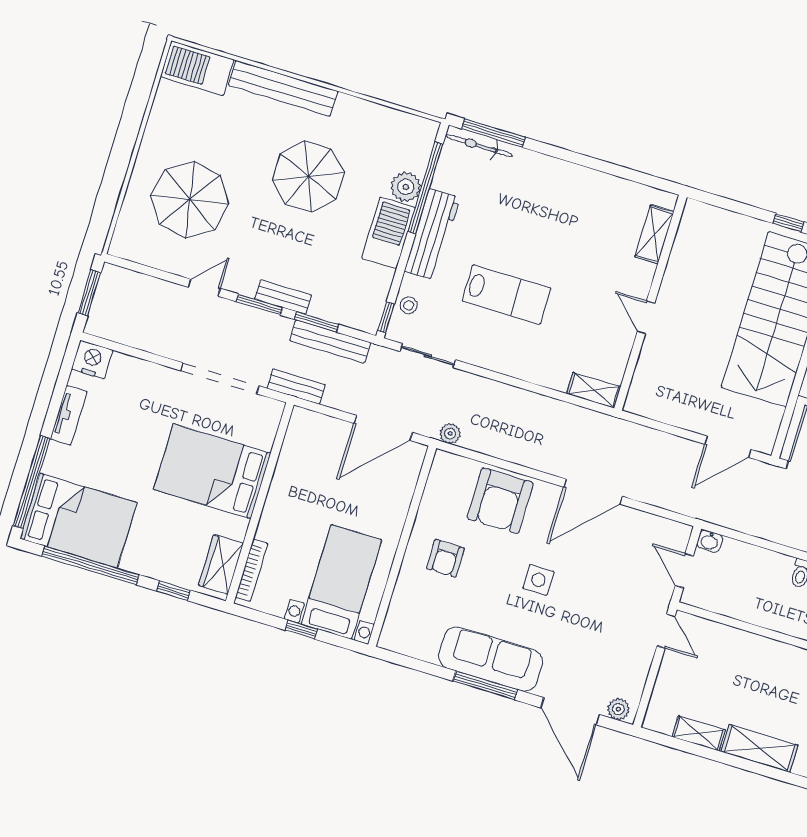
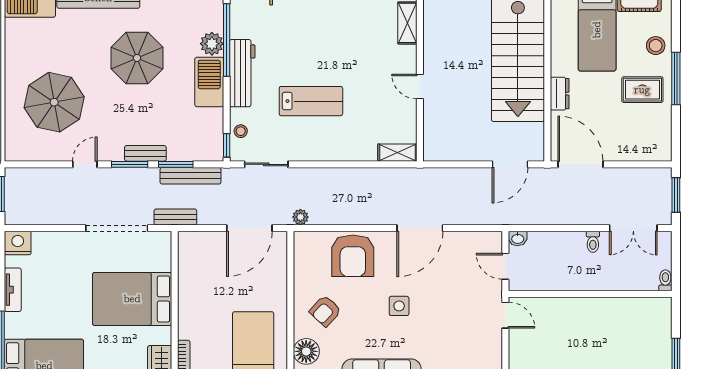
armchair: (446, 558) -> (325, 311), turned 43
floor lamp: (407, 601) -> (306, 351), added

